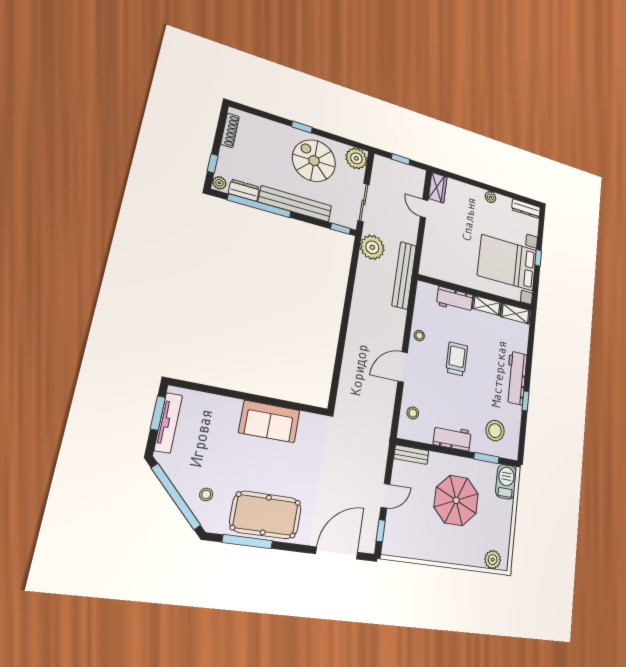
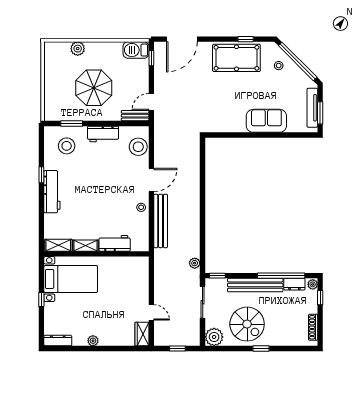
plant: (372, 247) -> (195, 263), width x0.53, depth x0.53
bed with nightstands: (507, 263) -> (71, 279), width x0.73
bench: (404, 275) -> (161, 221), moved
trolley: (457, 359) -> (107, 196), removed
stool: (413, 413) -> (138, 147), width x1.89, depth x1.89
sofa: (269, 421) -> (266, 121), moved
barbecue: (506, 482) -> (136, 50), moved, turned 90
door: (385, 496) -> (151, 102), moved
window: (247, 542) -> (246, 39), width x0.46
plant: (493, 560) -> (78, 49), moved

